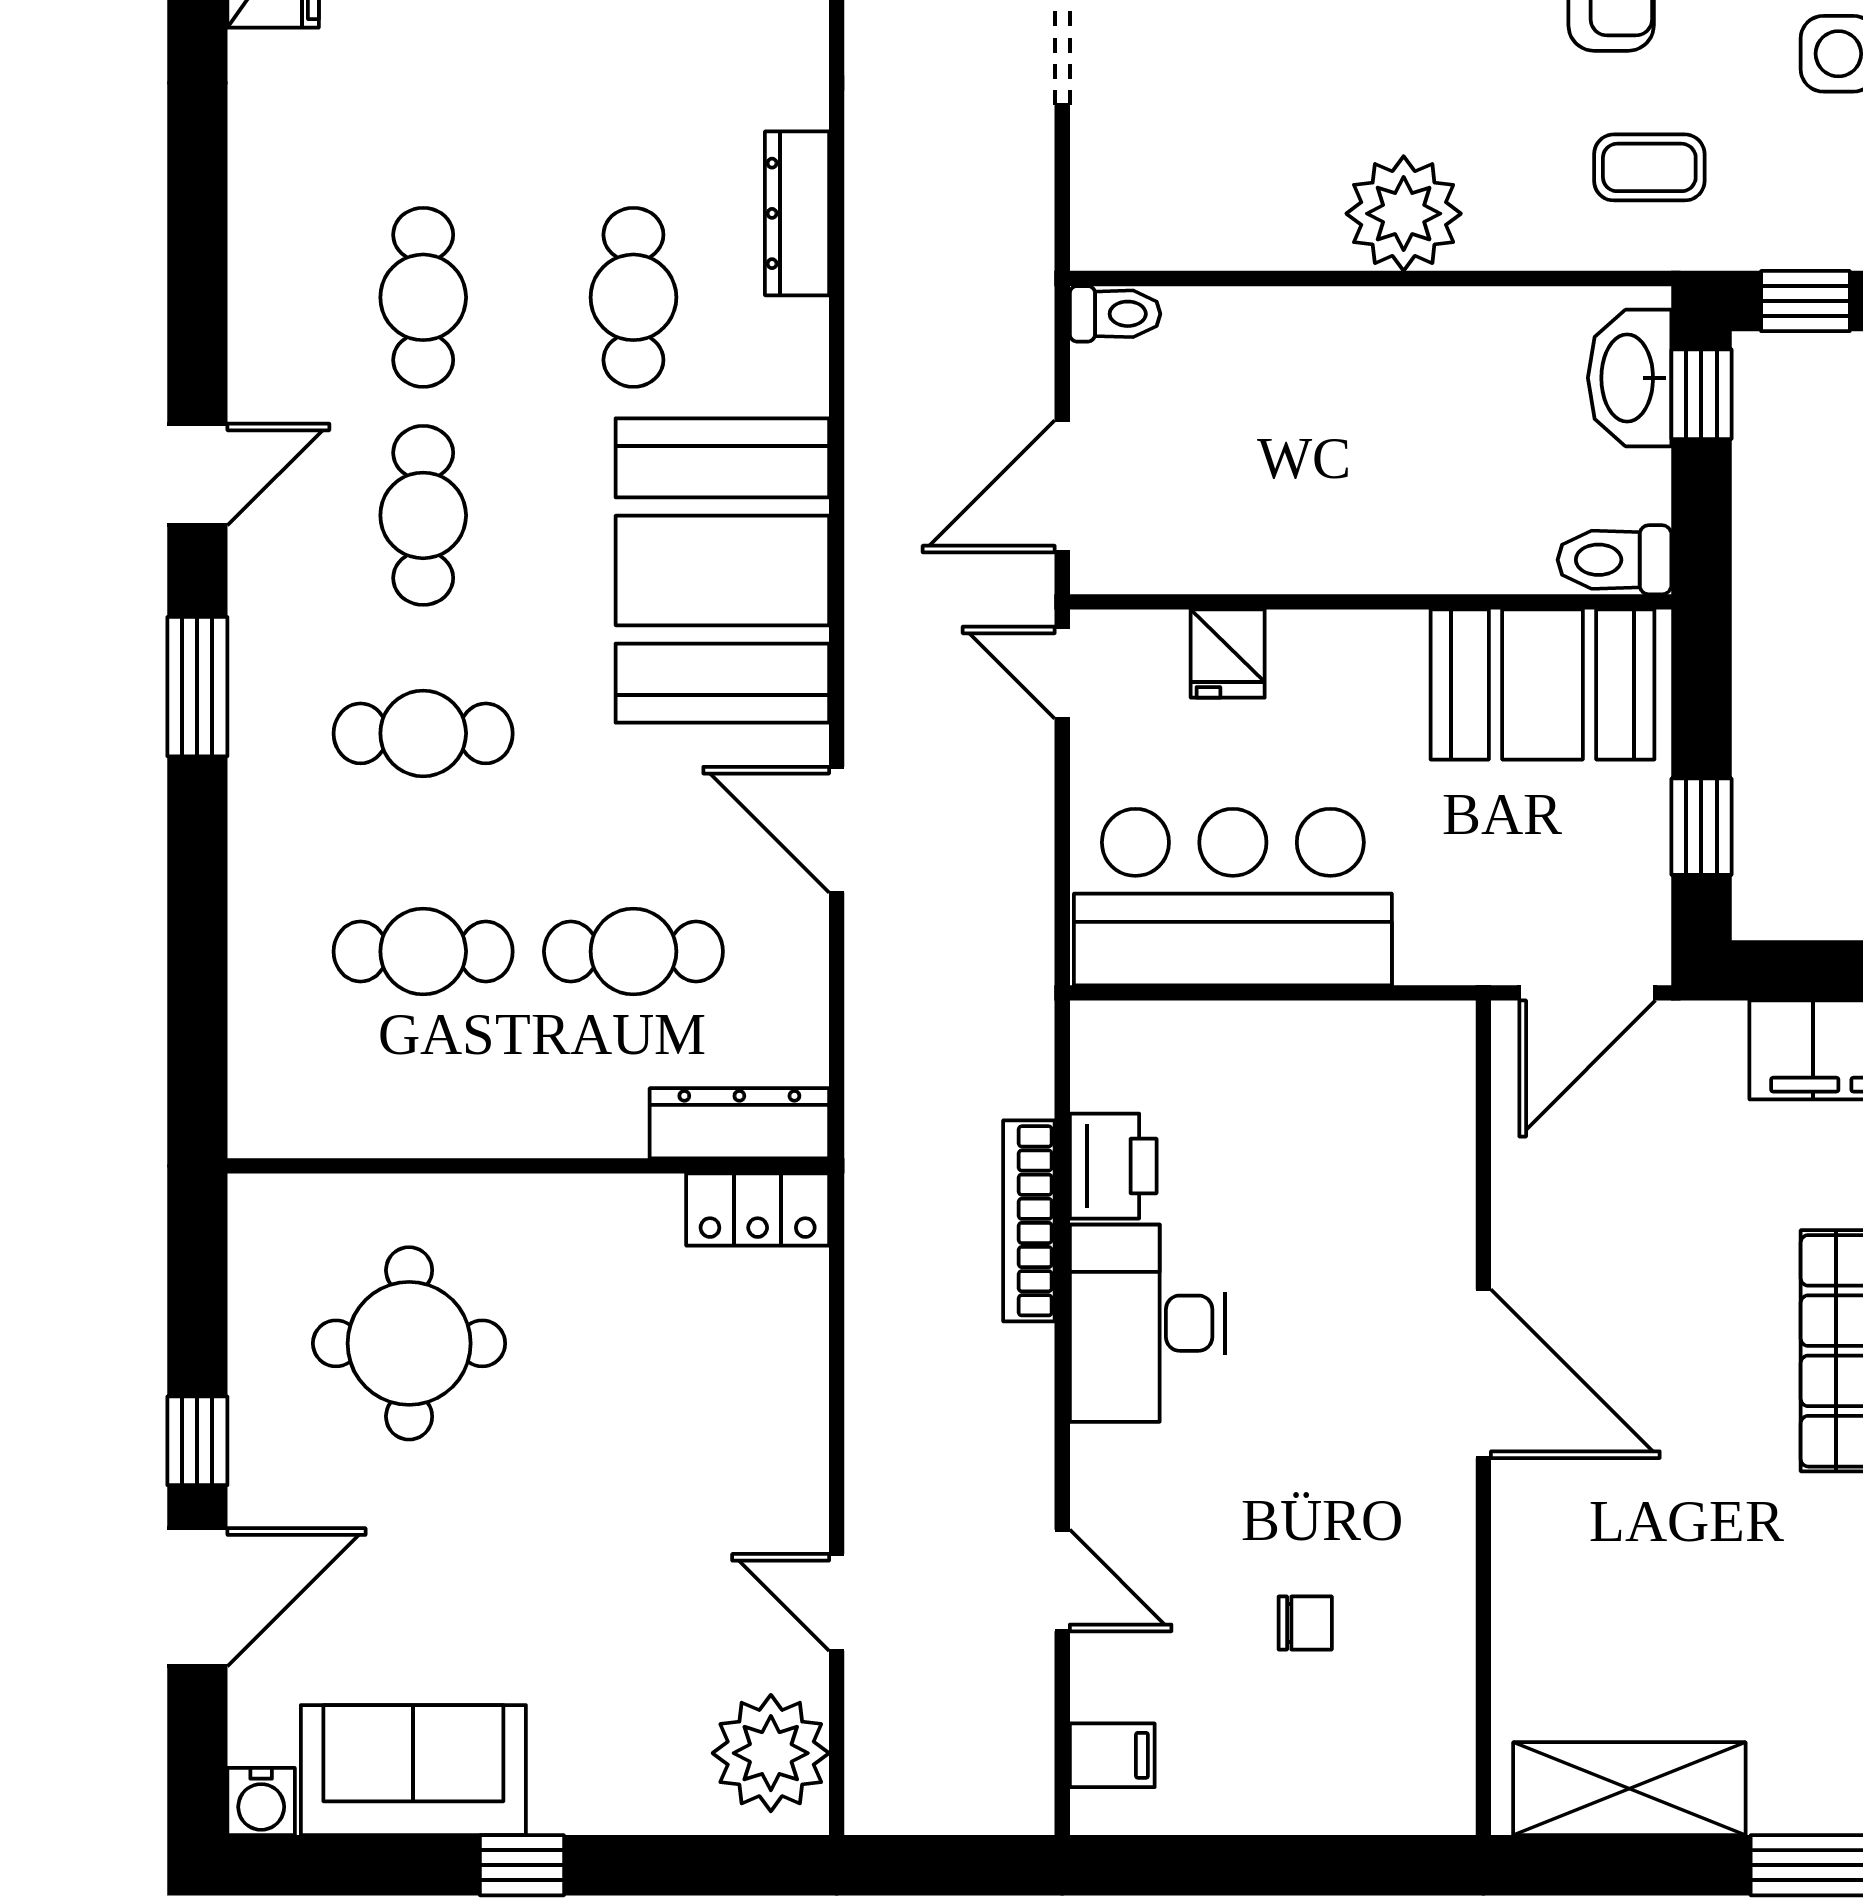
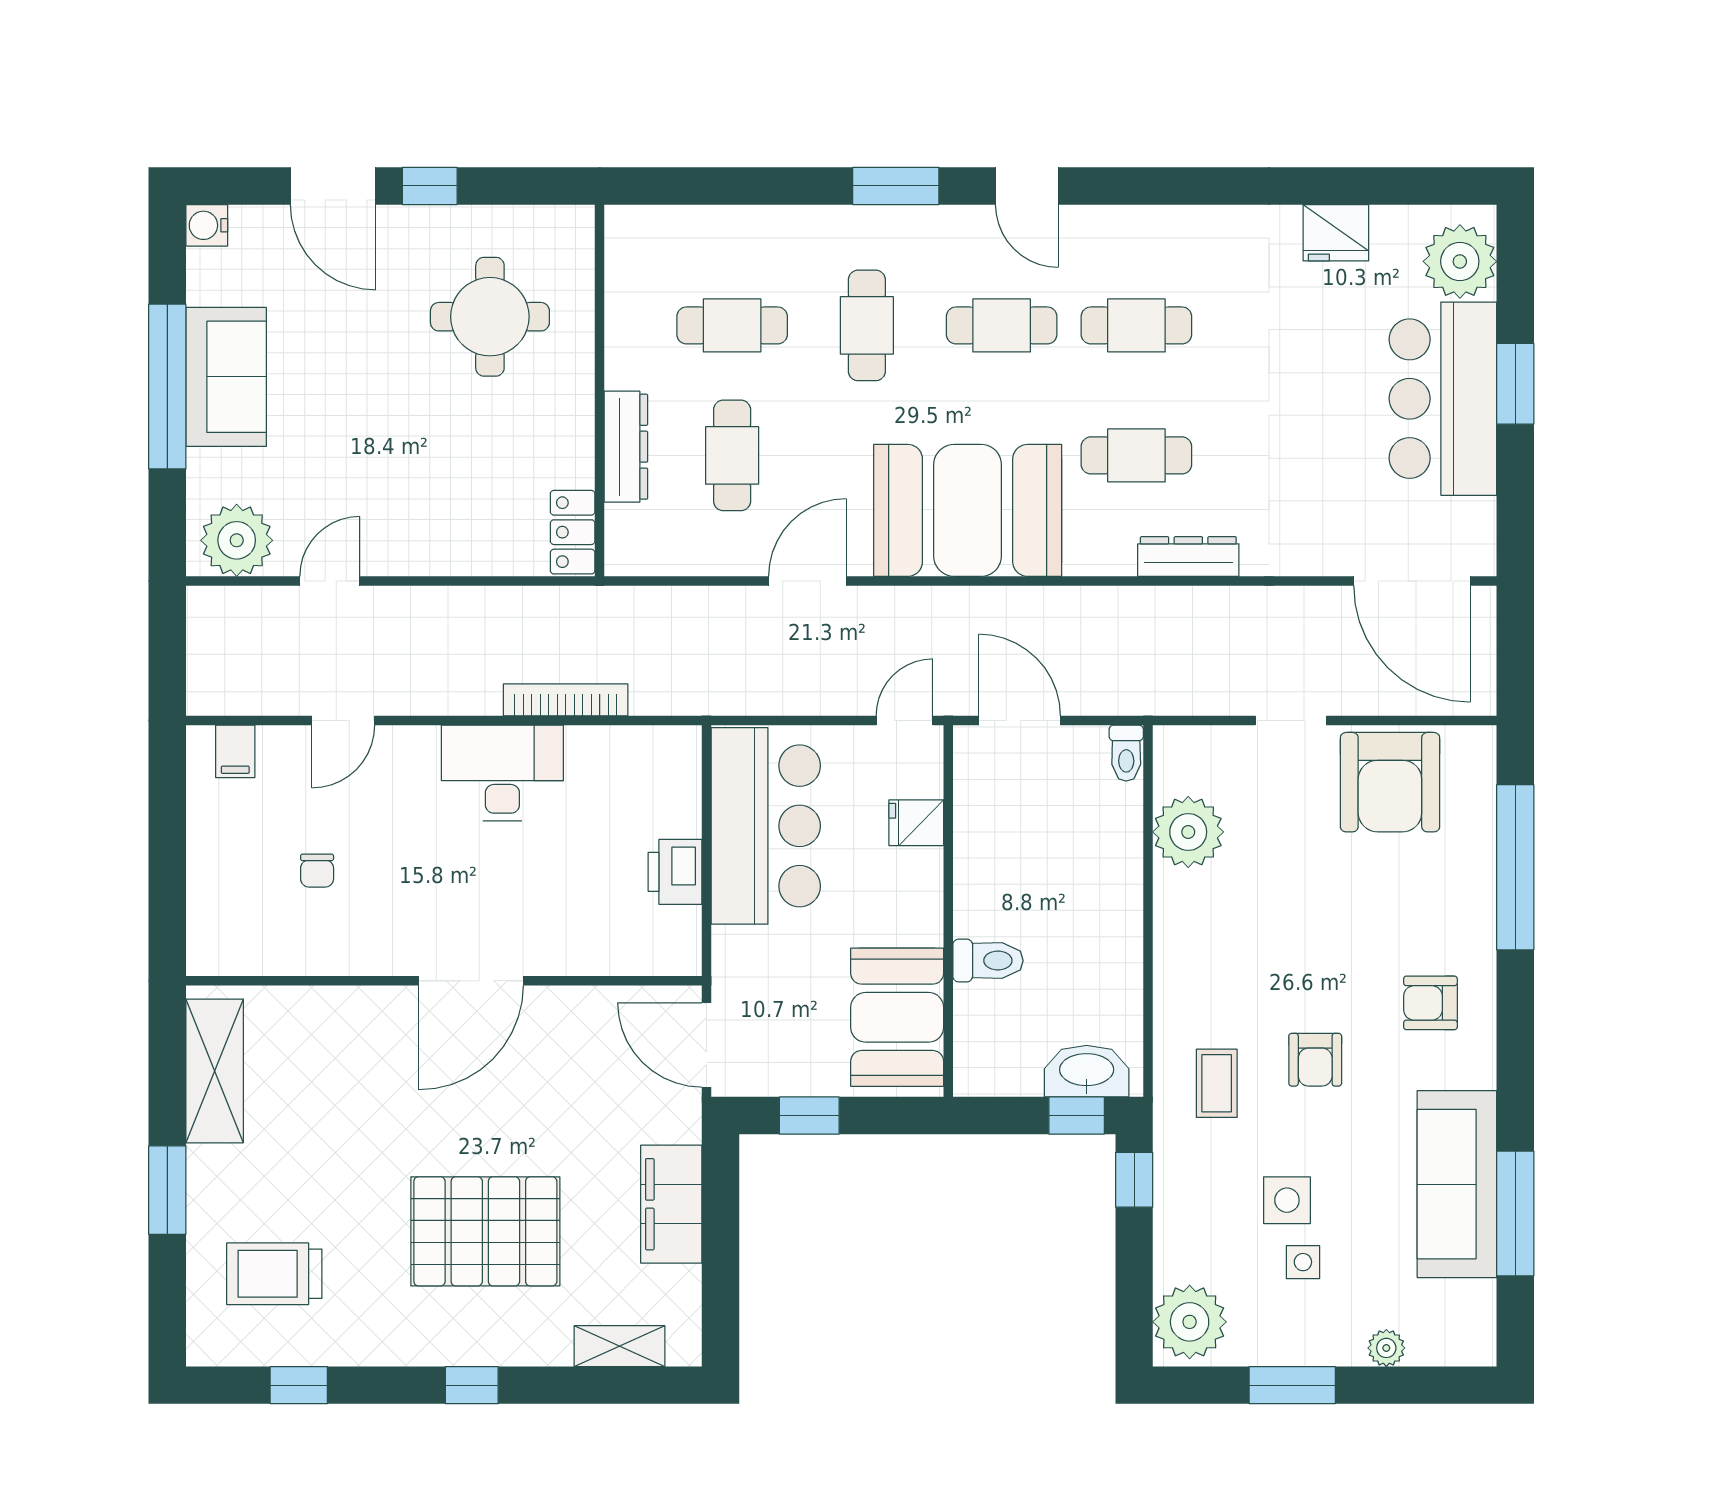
plant: (1404, 214) -> (1188, 832), moved
toilet: (1614, 560) -> (988, 961), moved, turned 90
cafe table: (423, 951) -> (732, 325), turned 90
dresser: (739, 1123) -> (626, 447), moved
printer: (1113, 1166) -> (675, 872), moved, turned 90
sofa: (413, 1770) -> (226, 377), moved
window: (522, 1865) -> (167, 387), width x3.17

